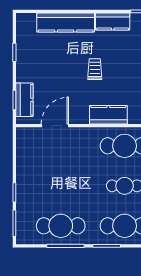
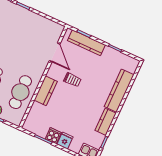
trolley: (95, 69) -> (72, 80), moved
kitchen counter: (24, 100) -> (86, 43), width x1.50

